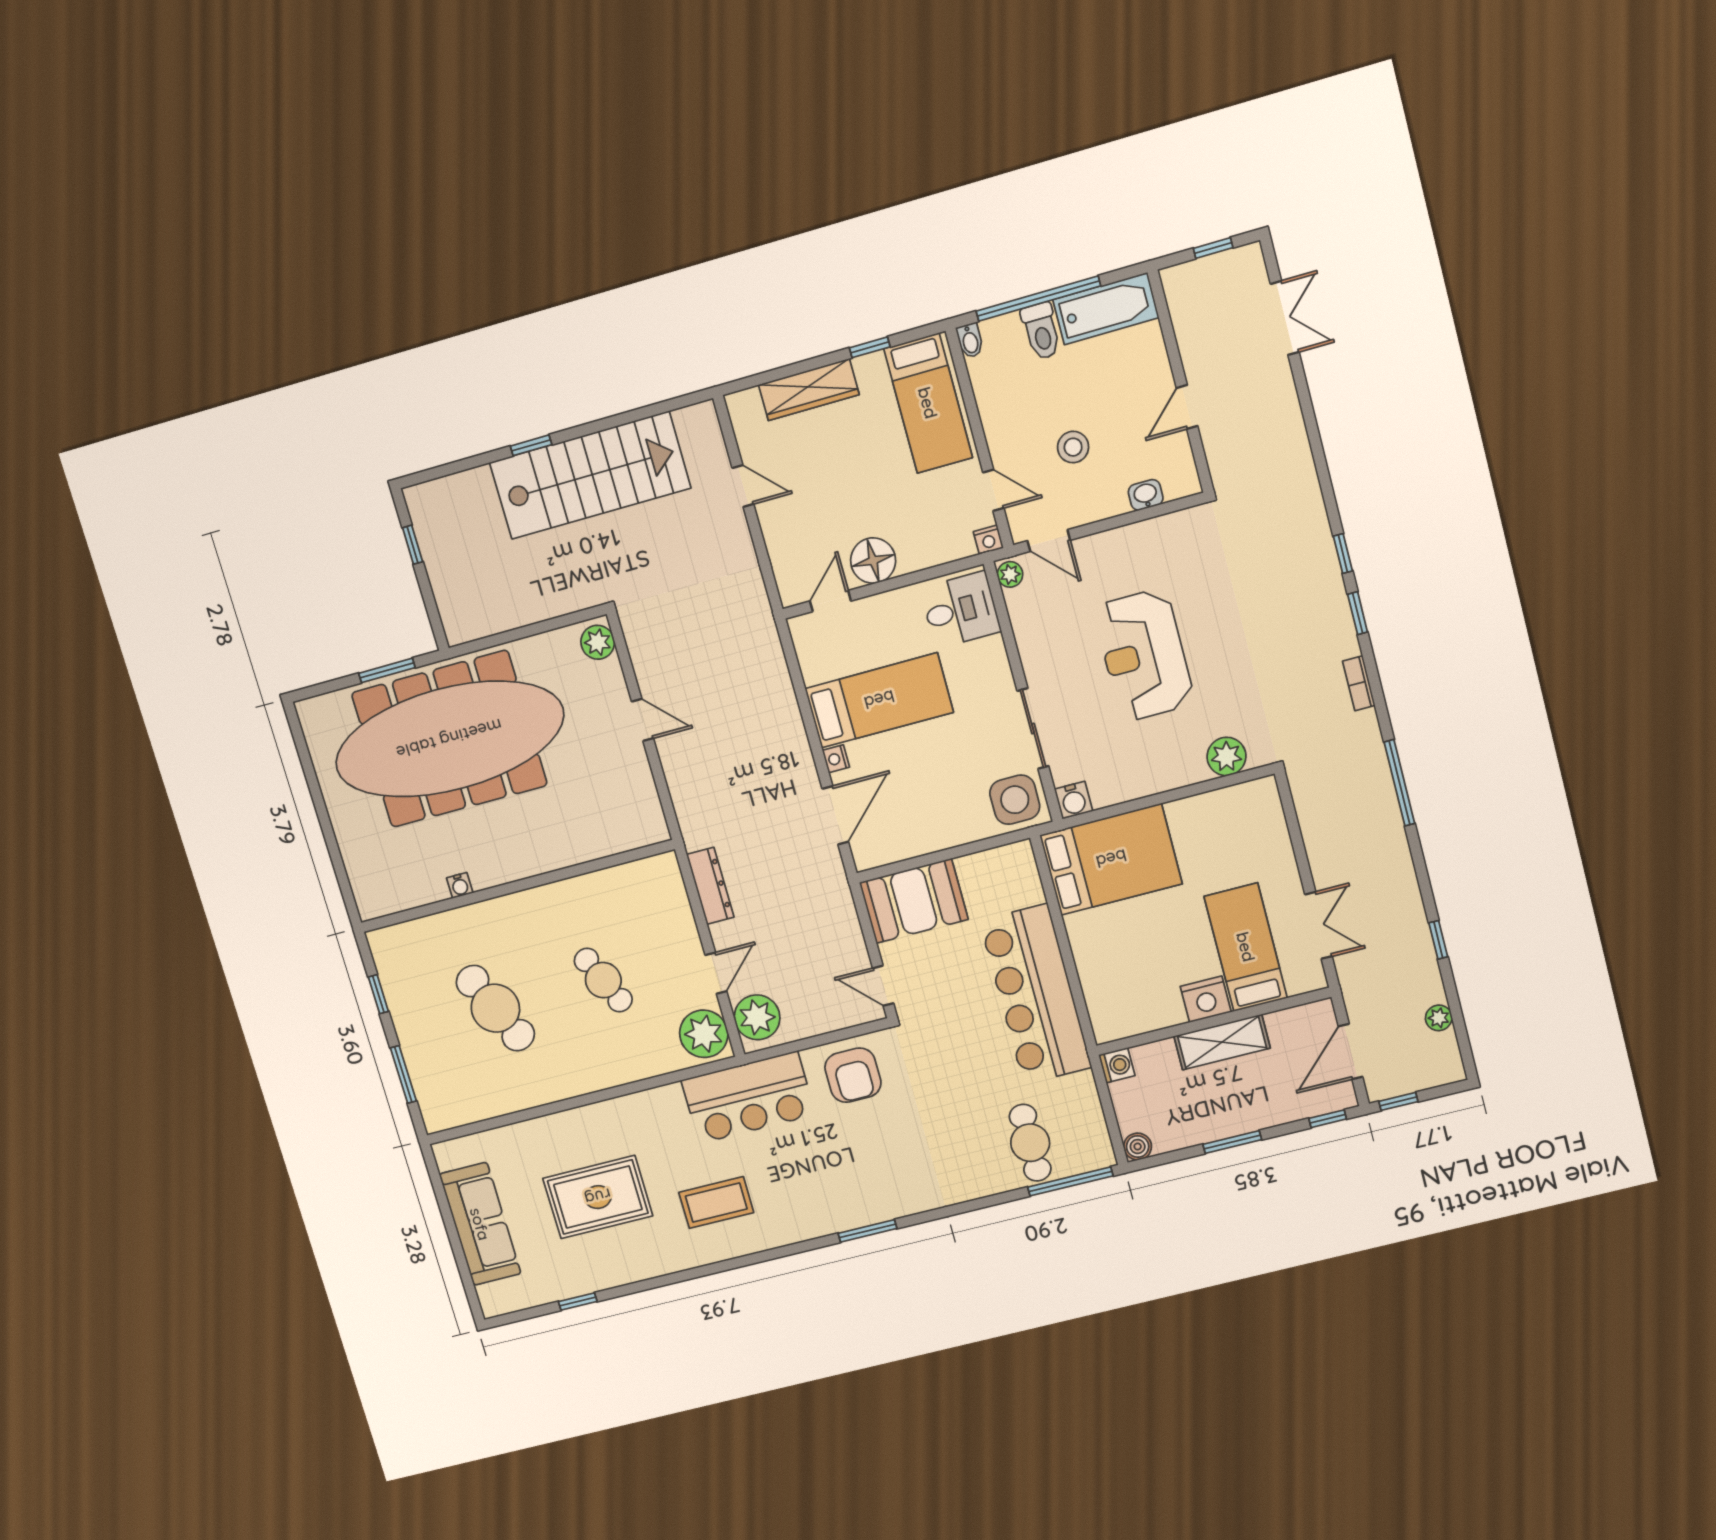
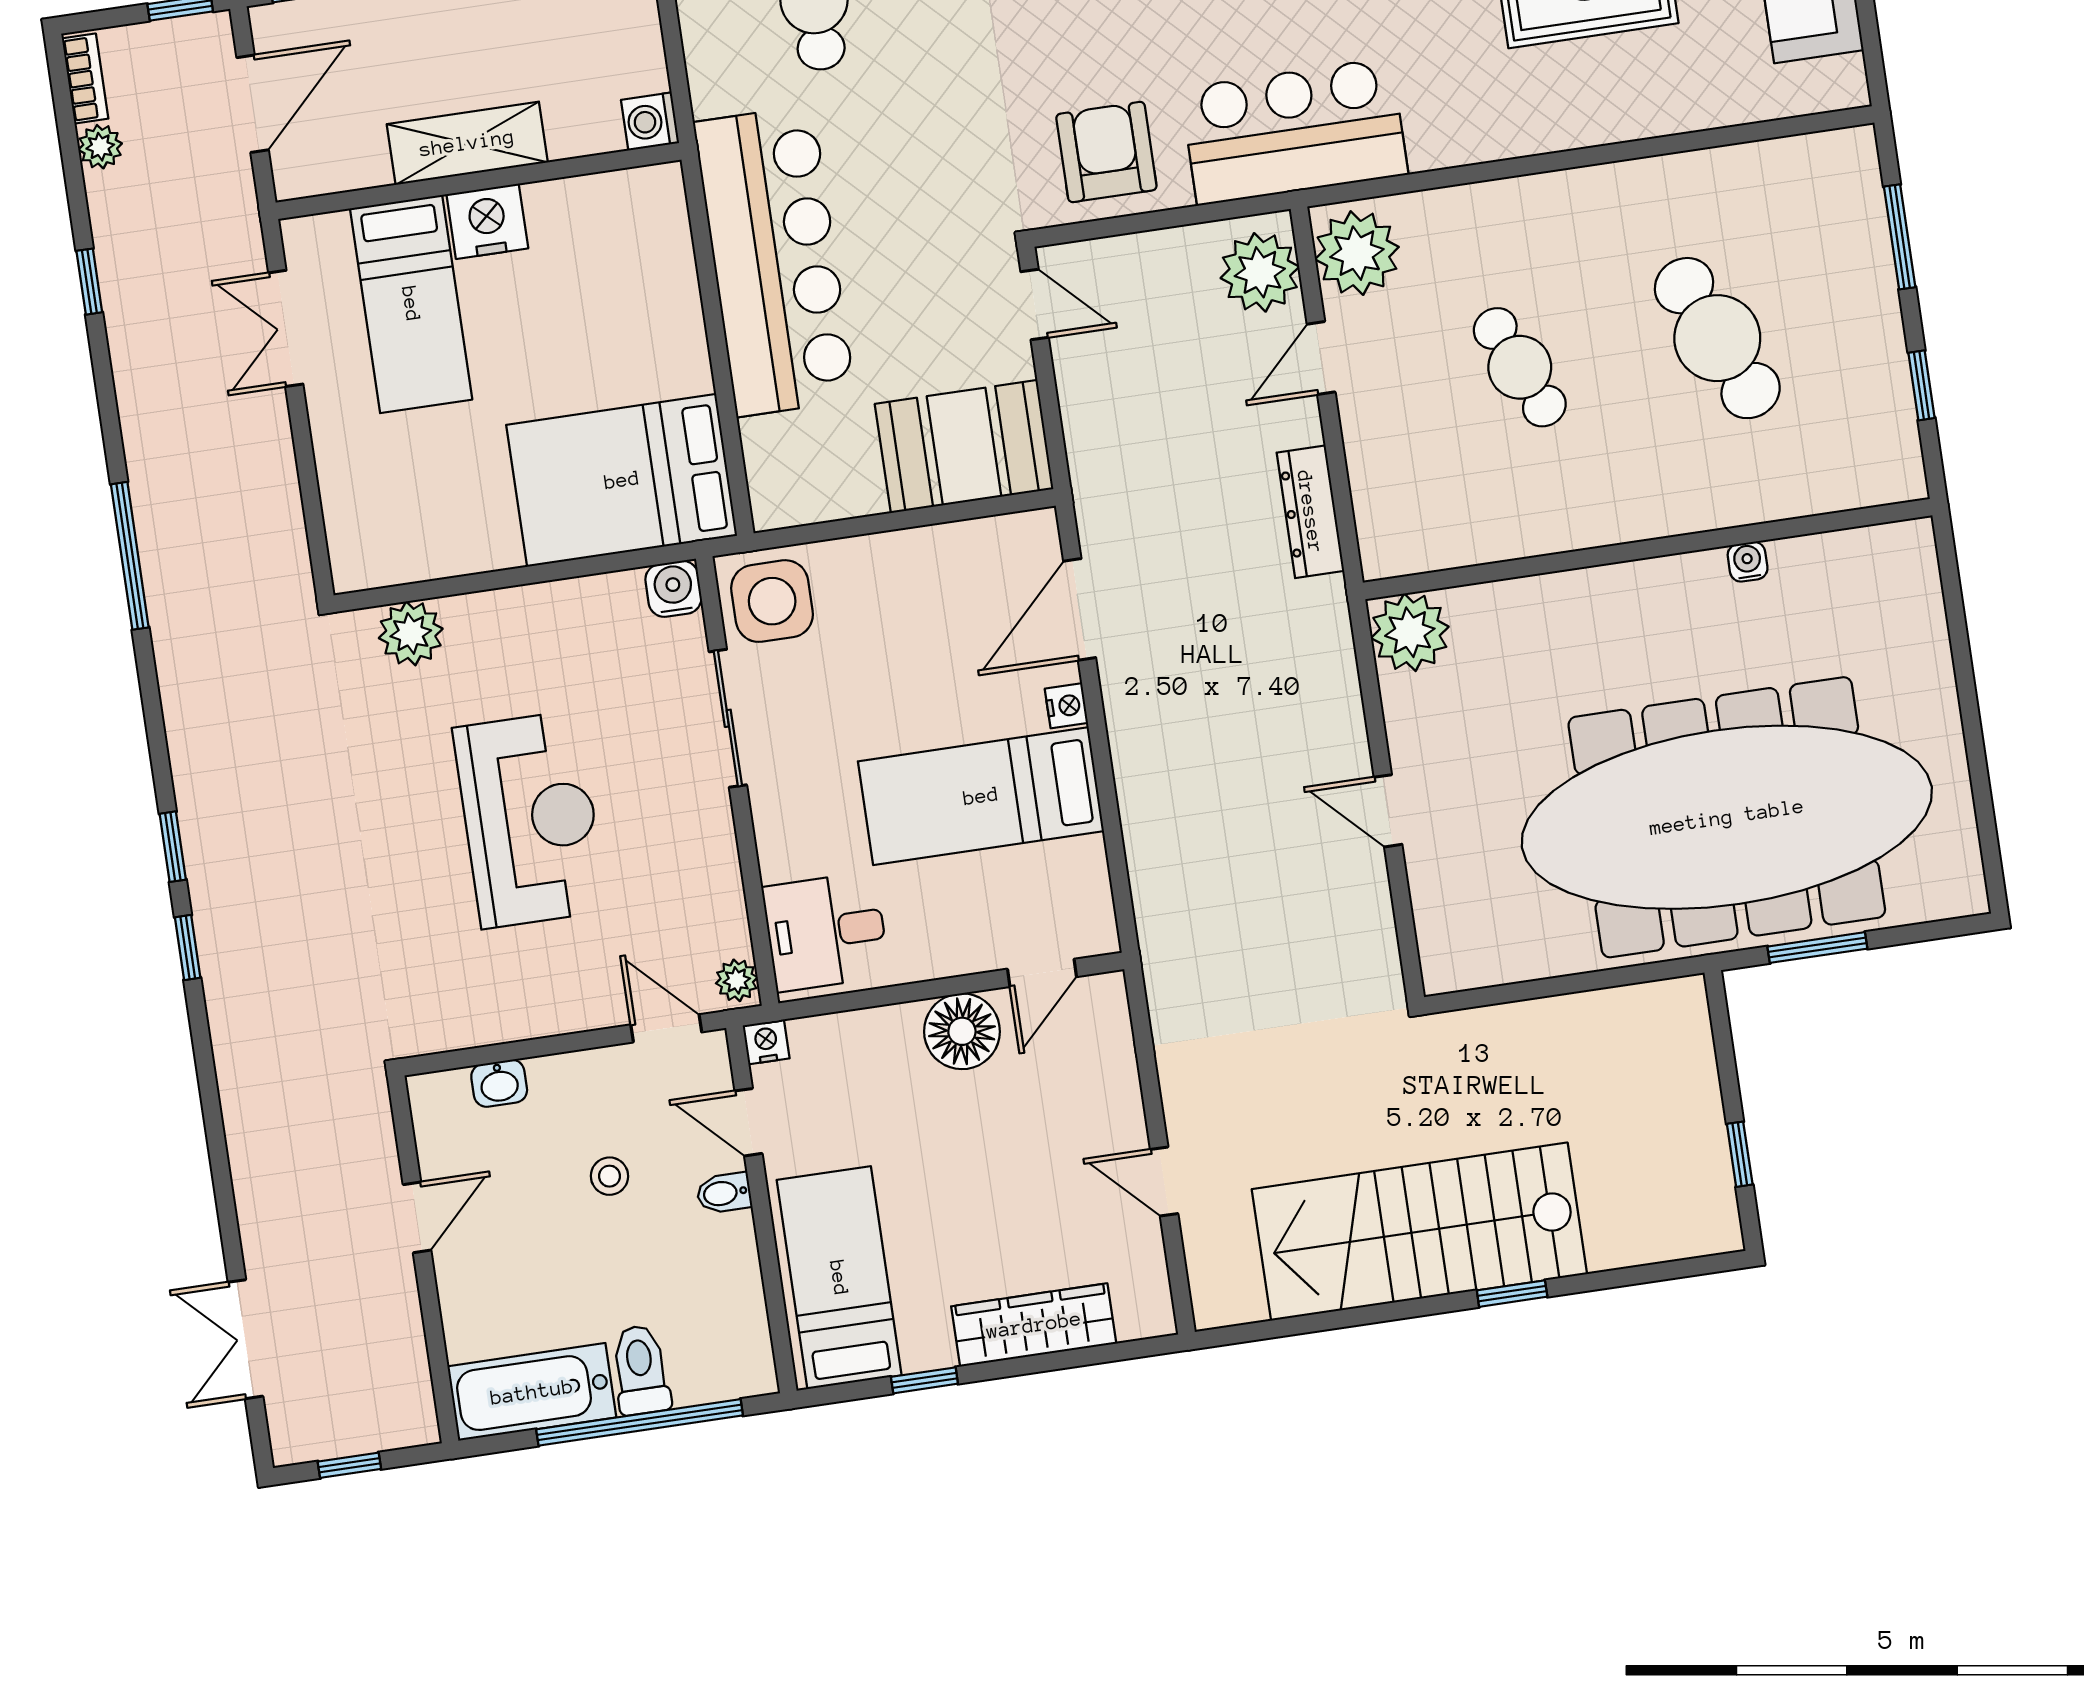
bidet: (970, 341) -> (724, 1193), moved, turned -90
stool: (1073, 447) -> (610, 1176), width x0.73, depth x0.73
plant: (598, 642) -> (1410, 632), moved, width x1.36, depth x1.36
bookcase: (1359, 683) -> (85, 79), moved

